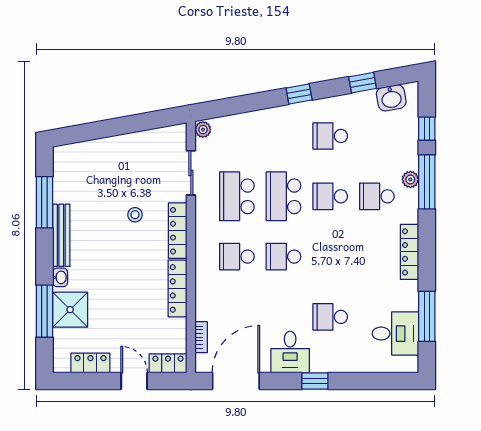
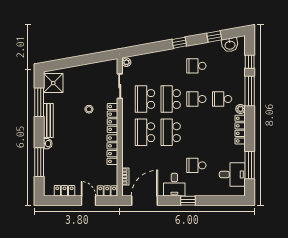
plant: (410, 179) -> (240, 109), moved
school desk: (237, 257) -> (145, 132), width x1.85
school desk: (283, 257) -> (171, 132), width x1.85
shower: (70, 310) -> (53, 83), moved

